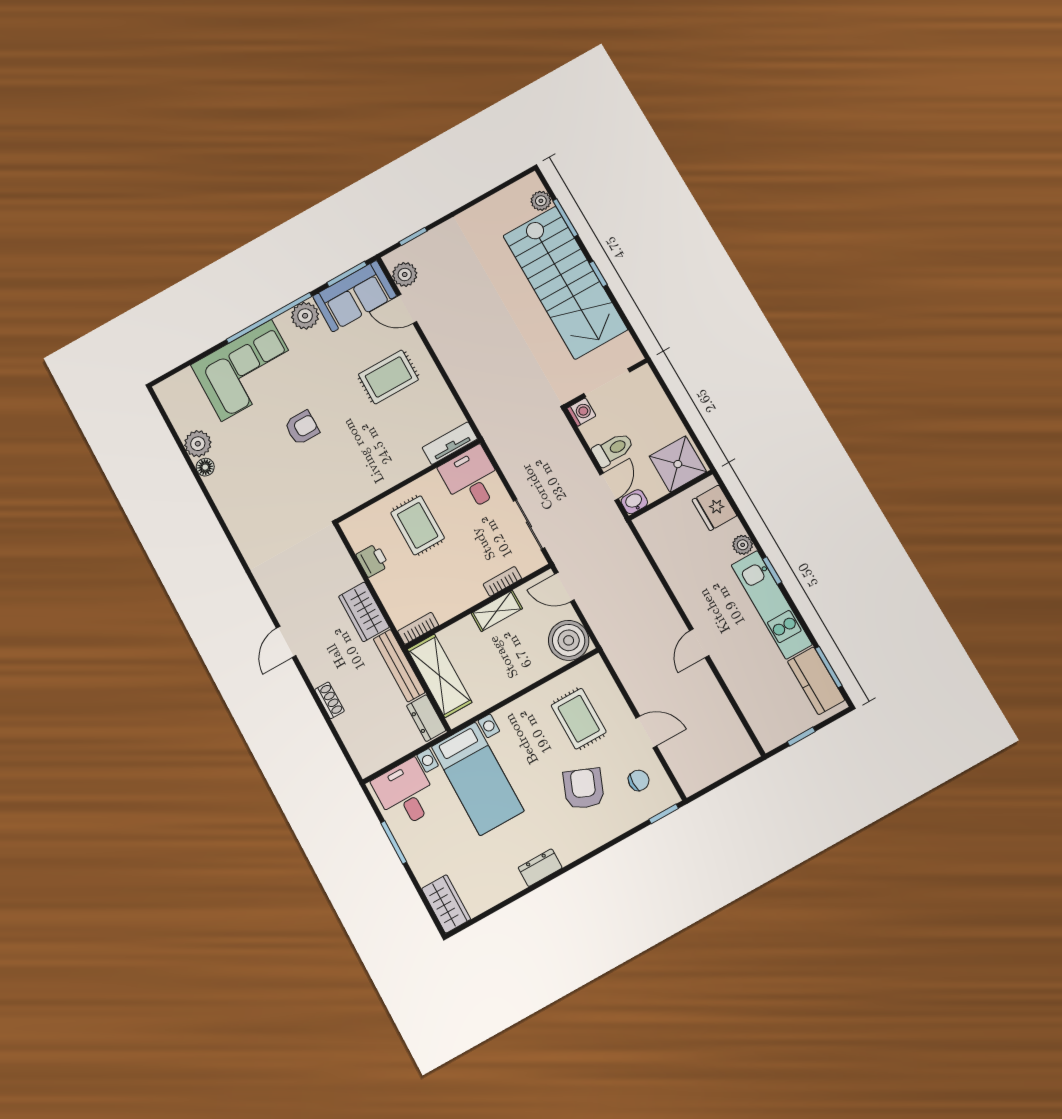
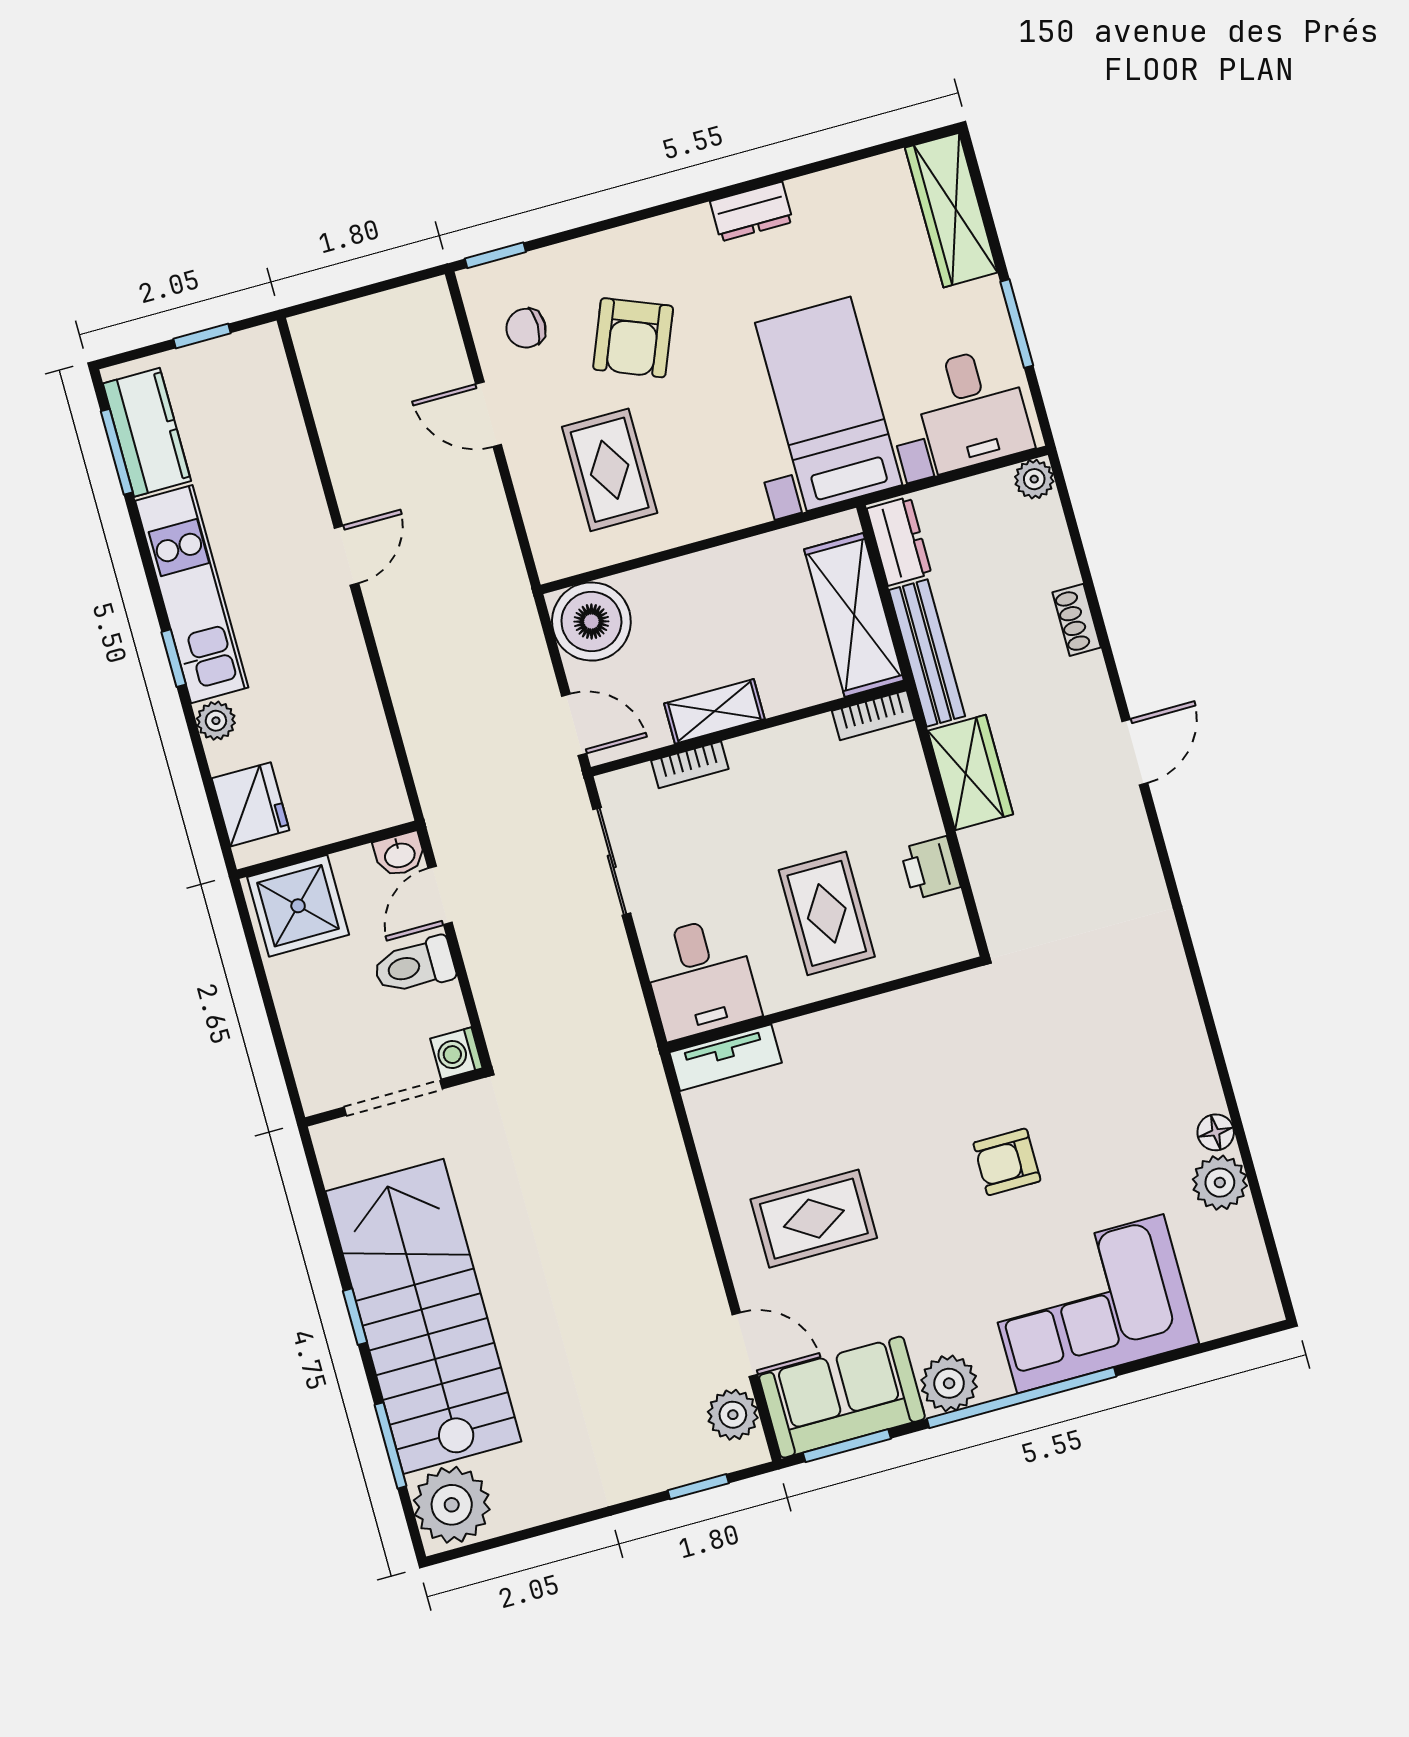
plant: (541, 201) -> (452, 1505), width x1.87, depth x1.87
plant: (367, 766) -> (1034, 479), added
wardrobe: (446, 904) -> (951, 210), width x1.50

